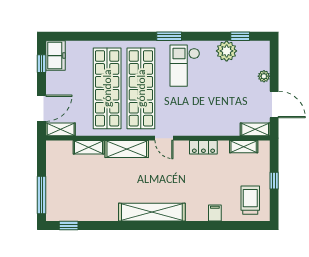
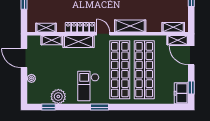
checkout: (185, 66) -> (88, 86), turned 180
door: (42, 108) -> (191, 55), hinge flipped
shelving: (198, 127) -> (78, 42), added
shelving: (255, 129) -> (52, 40), moved
shelving: (89, 147) -> (173, 27), moved
locker: (203, 147) -> (80, 27), width x1.53

